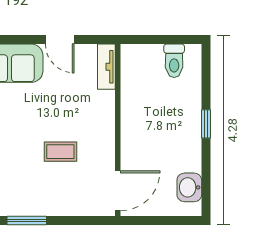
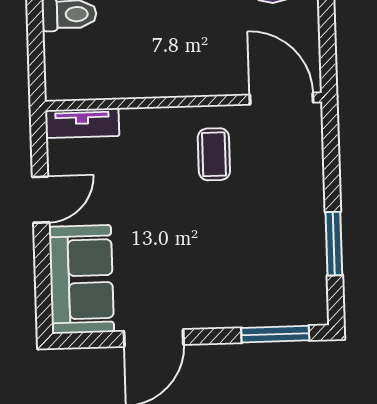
coffee table: (60, 152) -> (214, 154), moved

